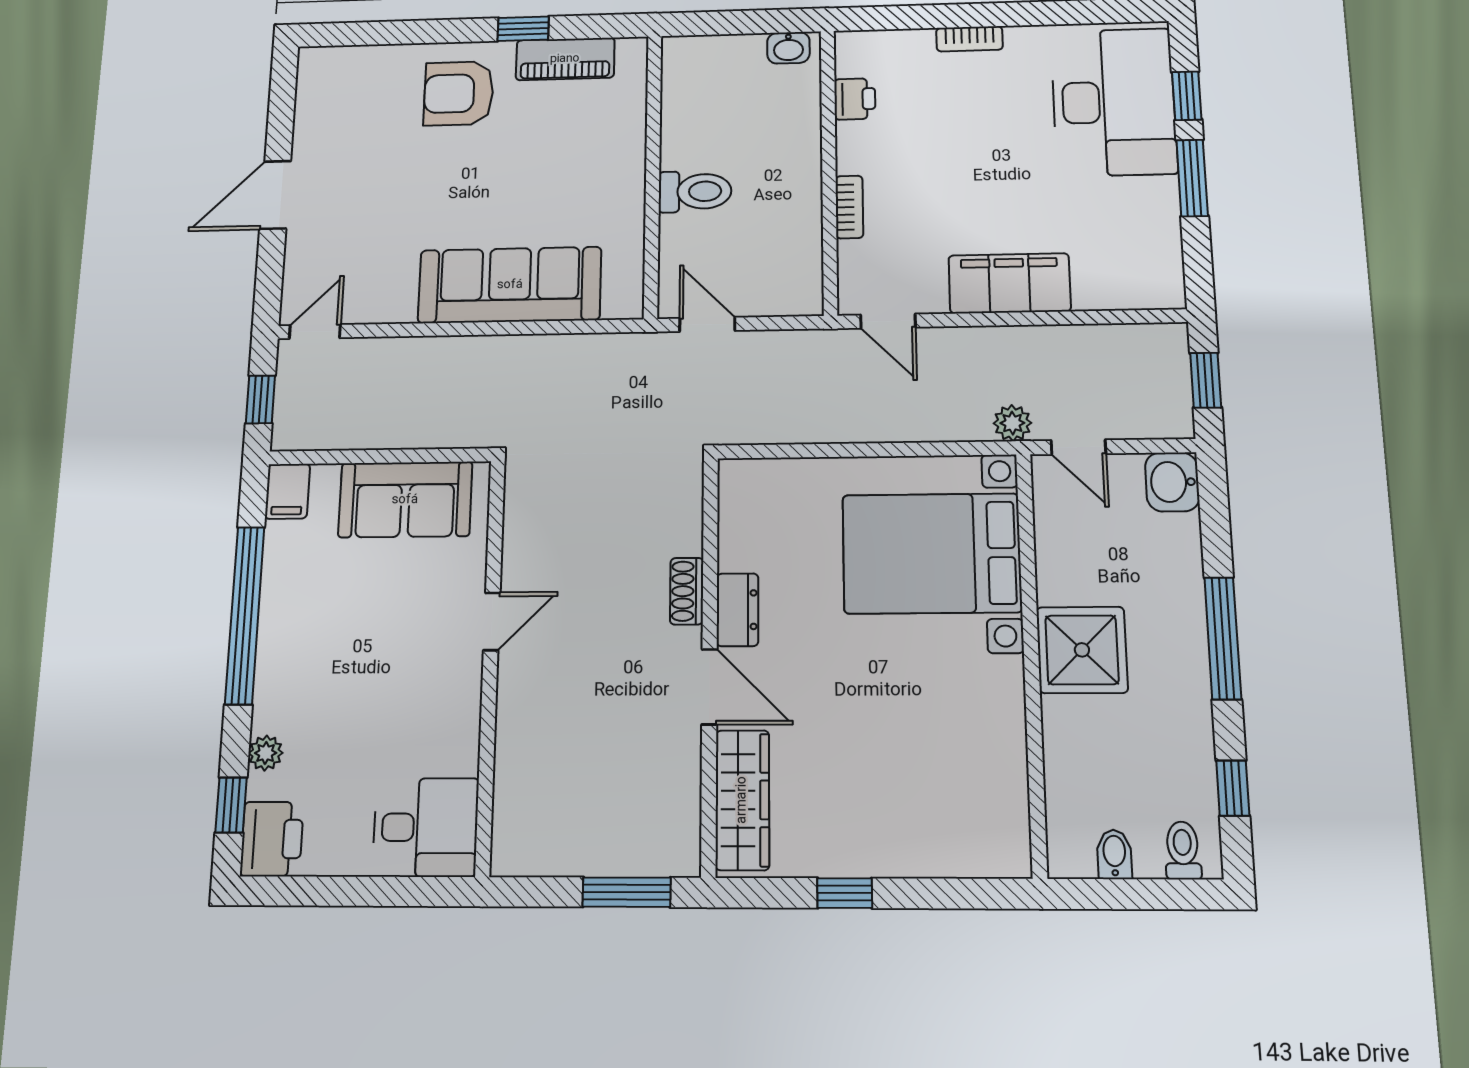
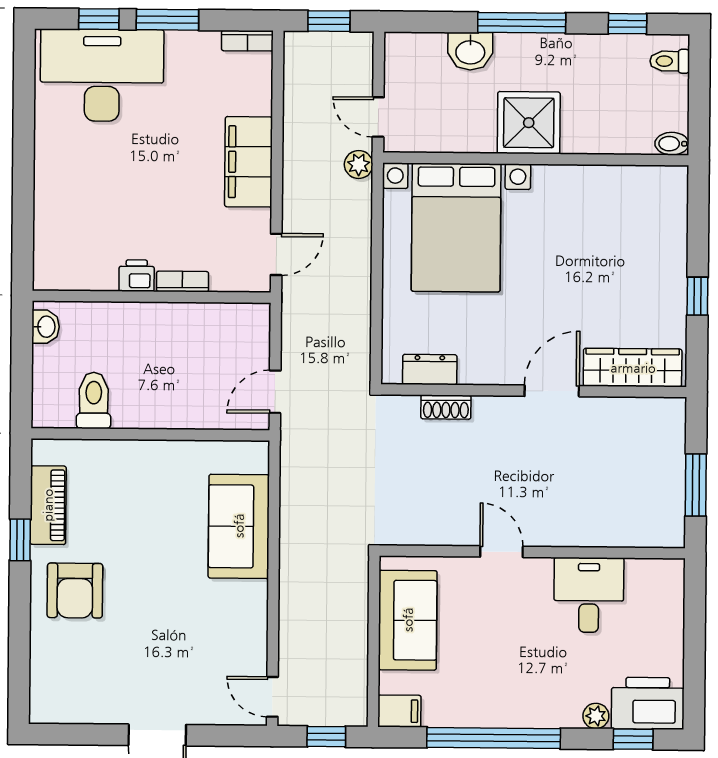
bookcase: (969, 39) -> (247, 41), moved, turned 90
printer: (855, 99) -> (137, 276), moved
toilet: (695, 191) -> (94, 401), moved
sofa: (510, 285) -> (239, 526), width x0.73
door: (1078, 447) -> (378, 117), swing flipped
washbasin: (1172, 482) -> (470, 51), moved
shoe rack: (687, 591) -> (446, 407), moved
dresser: (737, 610) -> (430, 370), moved
desk: (426, 827) -> (589, 595), moved
printer: (272, 839) -> (648, 703), width x1.37, depth x1.19
bidet: (1114, 854) -> (672, 144), moved
window: (627, 892) -> (696, 485), moved

